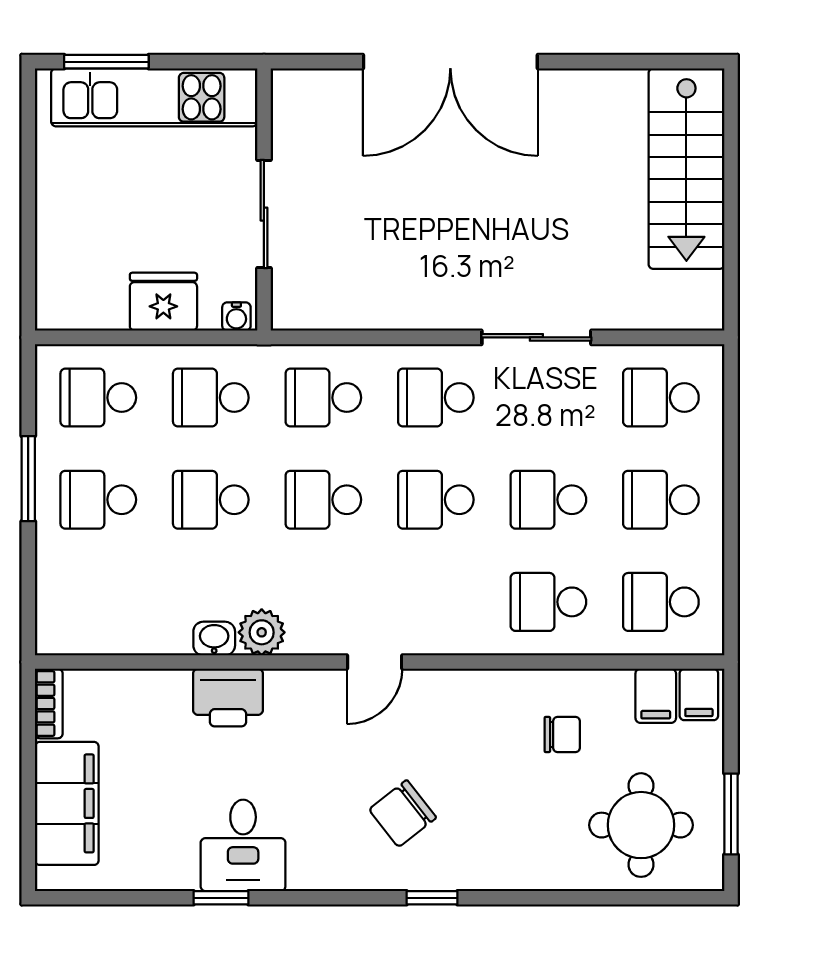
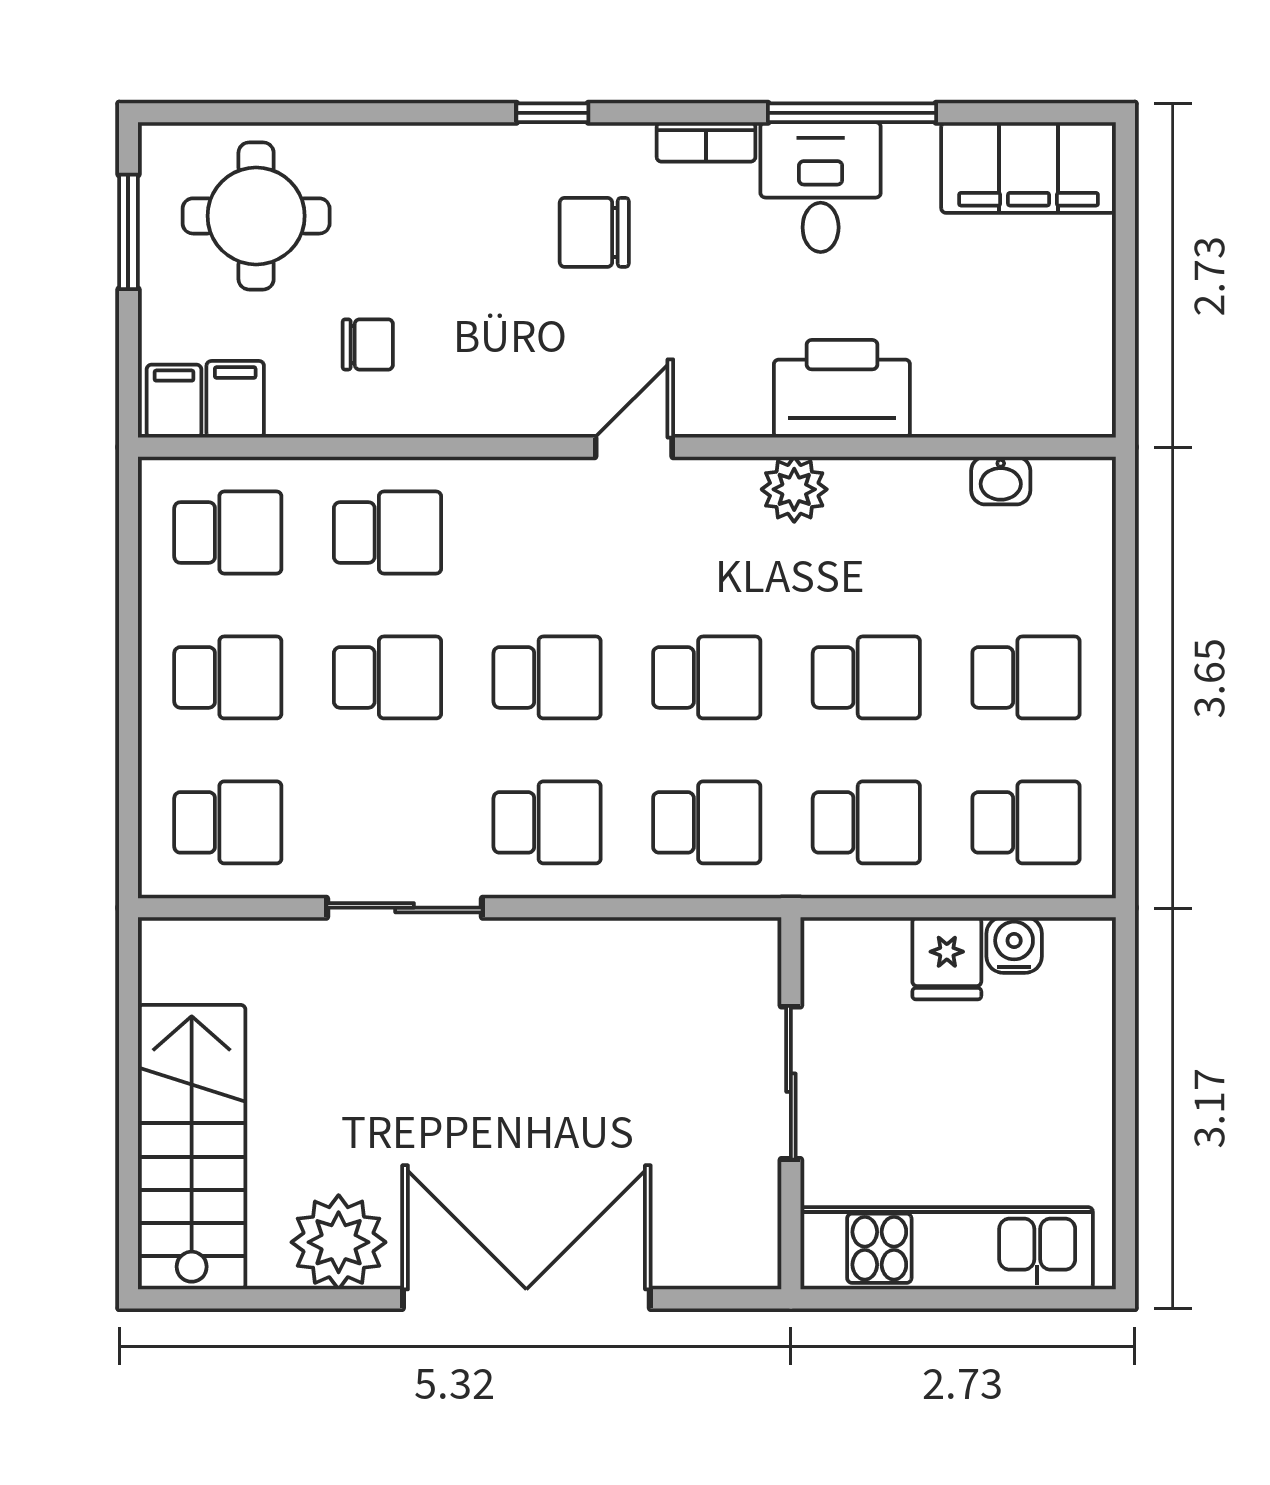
window: (106, 62) -> (1014, 1299), removed
plant: (583, 102) -> (339, 1242), added
fridge: (163, 302) -> (947, 958), width x0.72
water cooler: (236, 317) -> (1014, 945), moved, width x1.38, depth x1.38
window: (28, 479) -> (1125, 707), removed
washbasin: (214, 639) -> (1001, 481), moved
printer: (228, 698) -> (842, 389), width x1.37, depth x1.19
bookcase: (49, 704) -> (706, 142), moved, turned -90
chair: (562, 734) -> (368, 344), turned 180
filing cabinet: (67, 803) -> (1029, 168), moved, turned -90
chair: (403, 813) -> (594, 232), turned -142
window: (221, 898) -> (852, 113), width x2.17

